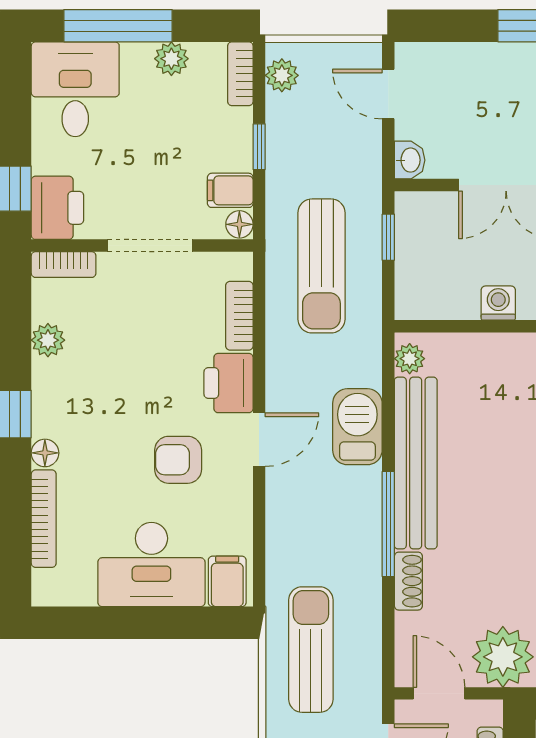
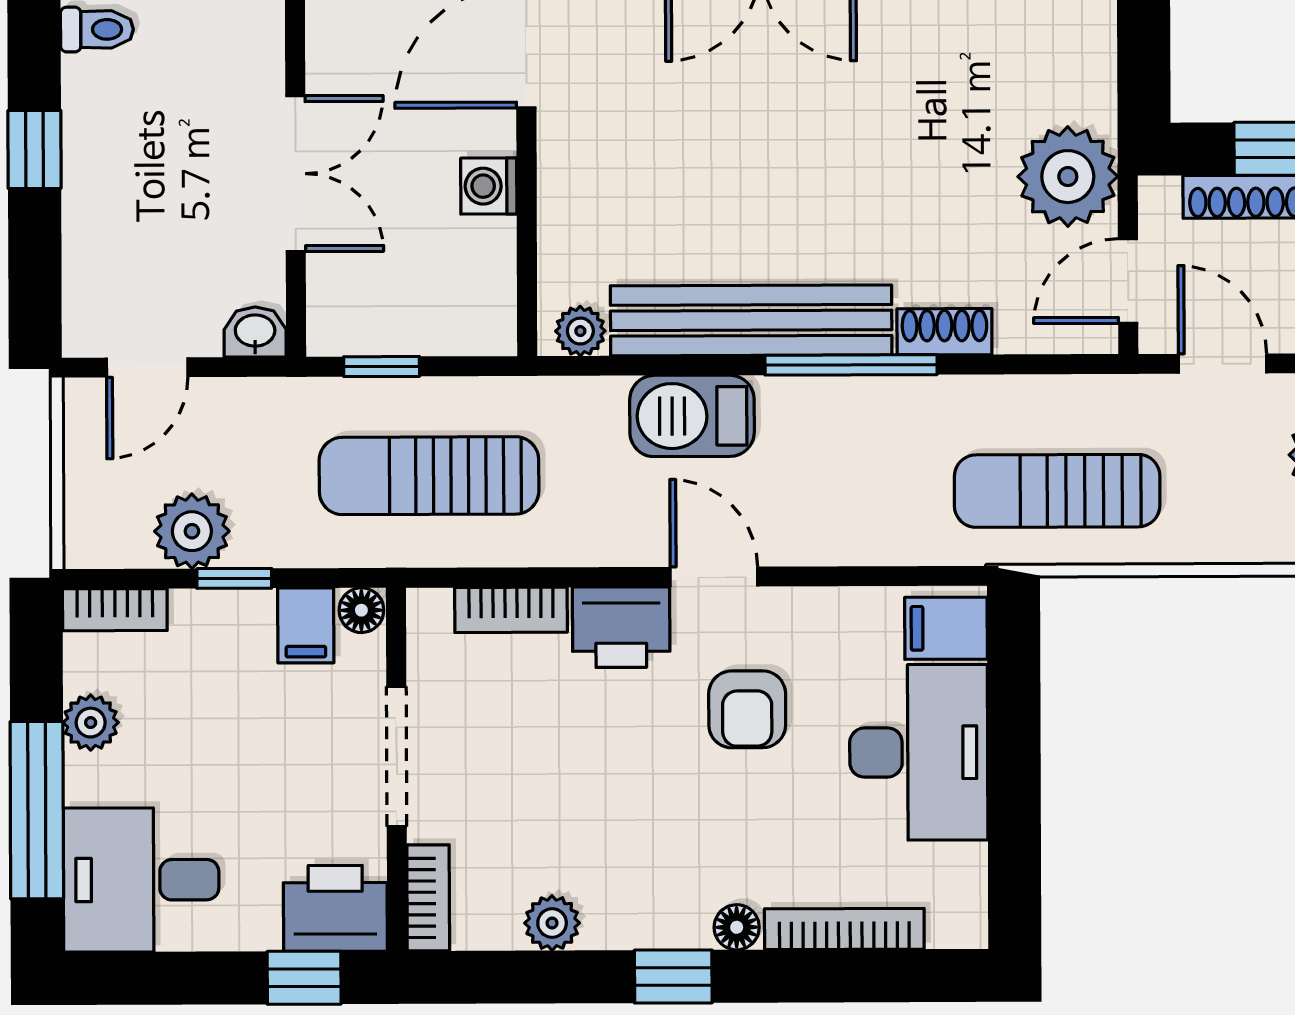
plant: (282, 75) -> (192, 531), moved, width x1.38, depth x1.38
sun lounger: (321, 266) -> (429, 476), turned 180

